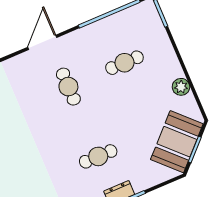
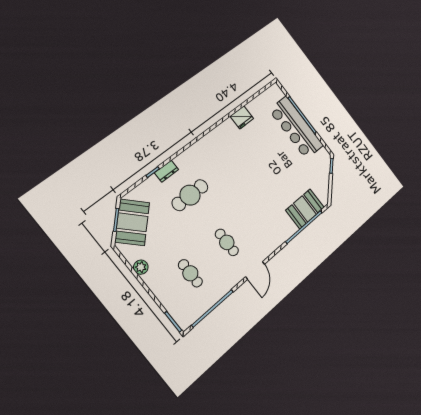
cafe table: (124, 63) -> (190, 273), turned 90
cafe table: (98, 156) -> (190, 195), width x1.37, depth x1.35

